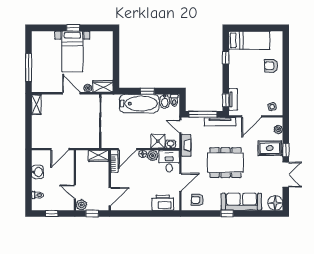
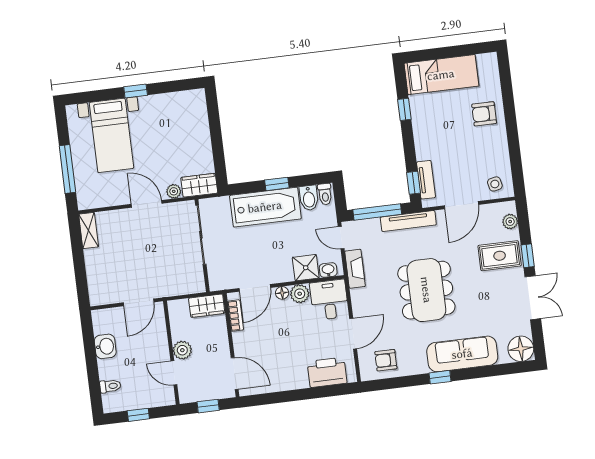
bed with nightstands: (72, 52) -> (111, 135), moved
dining table: (225, 163) -> (426, 290), turned 90
door: (110, 197) -> (235, 374), hinge flipped
plant: (81, 205) -> (182, 350), moved

